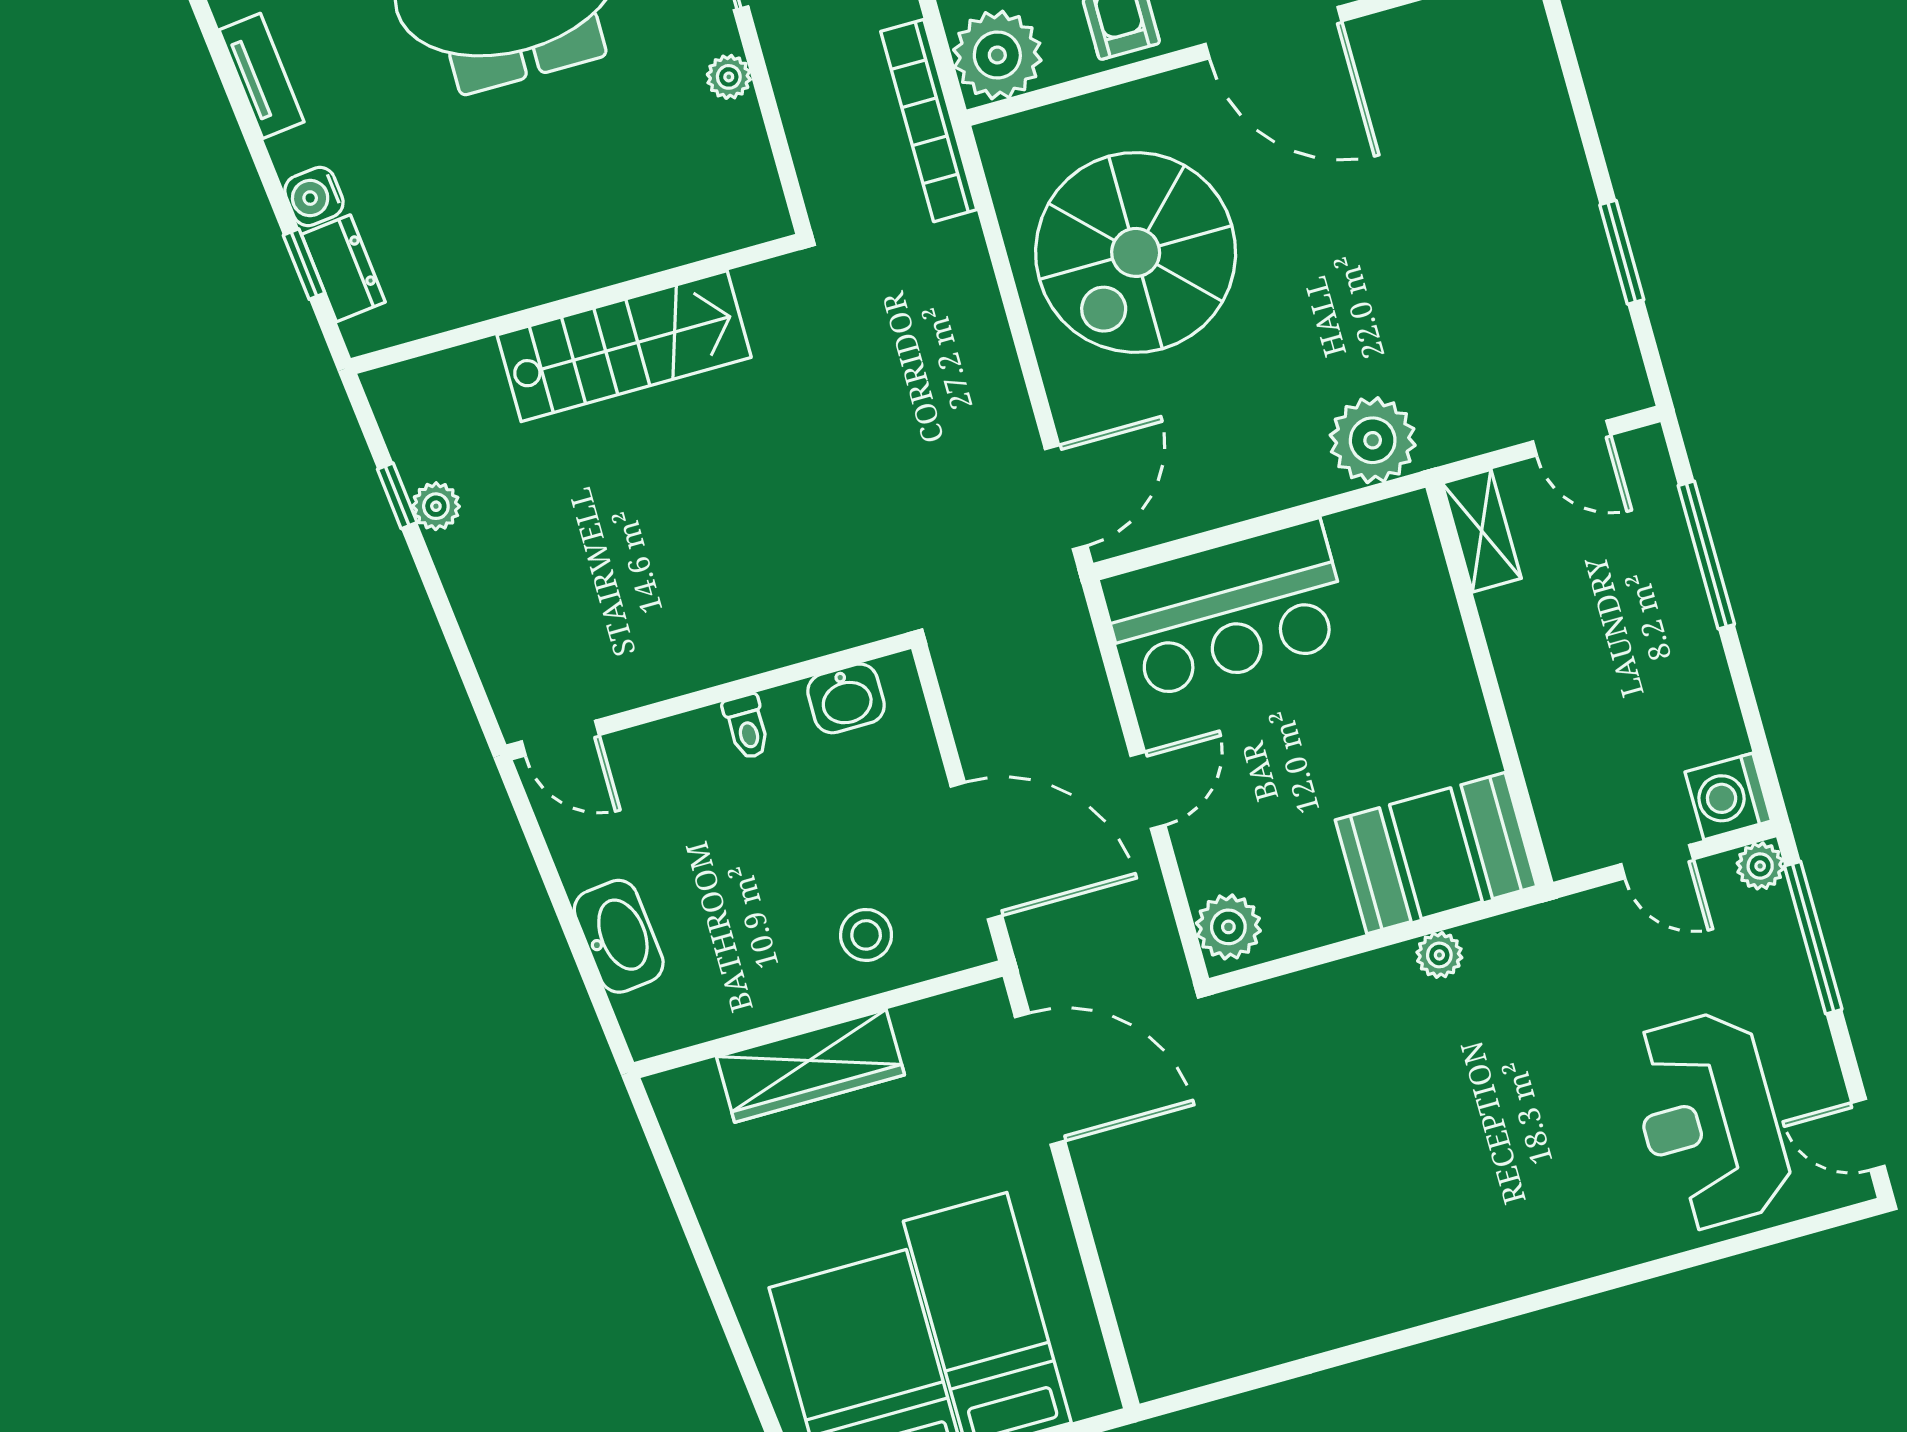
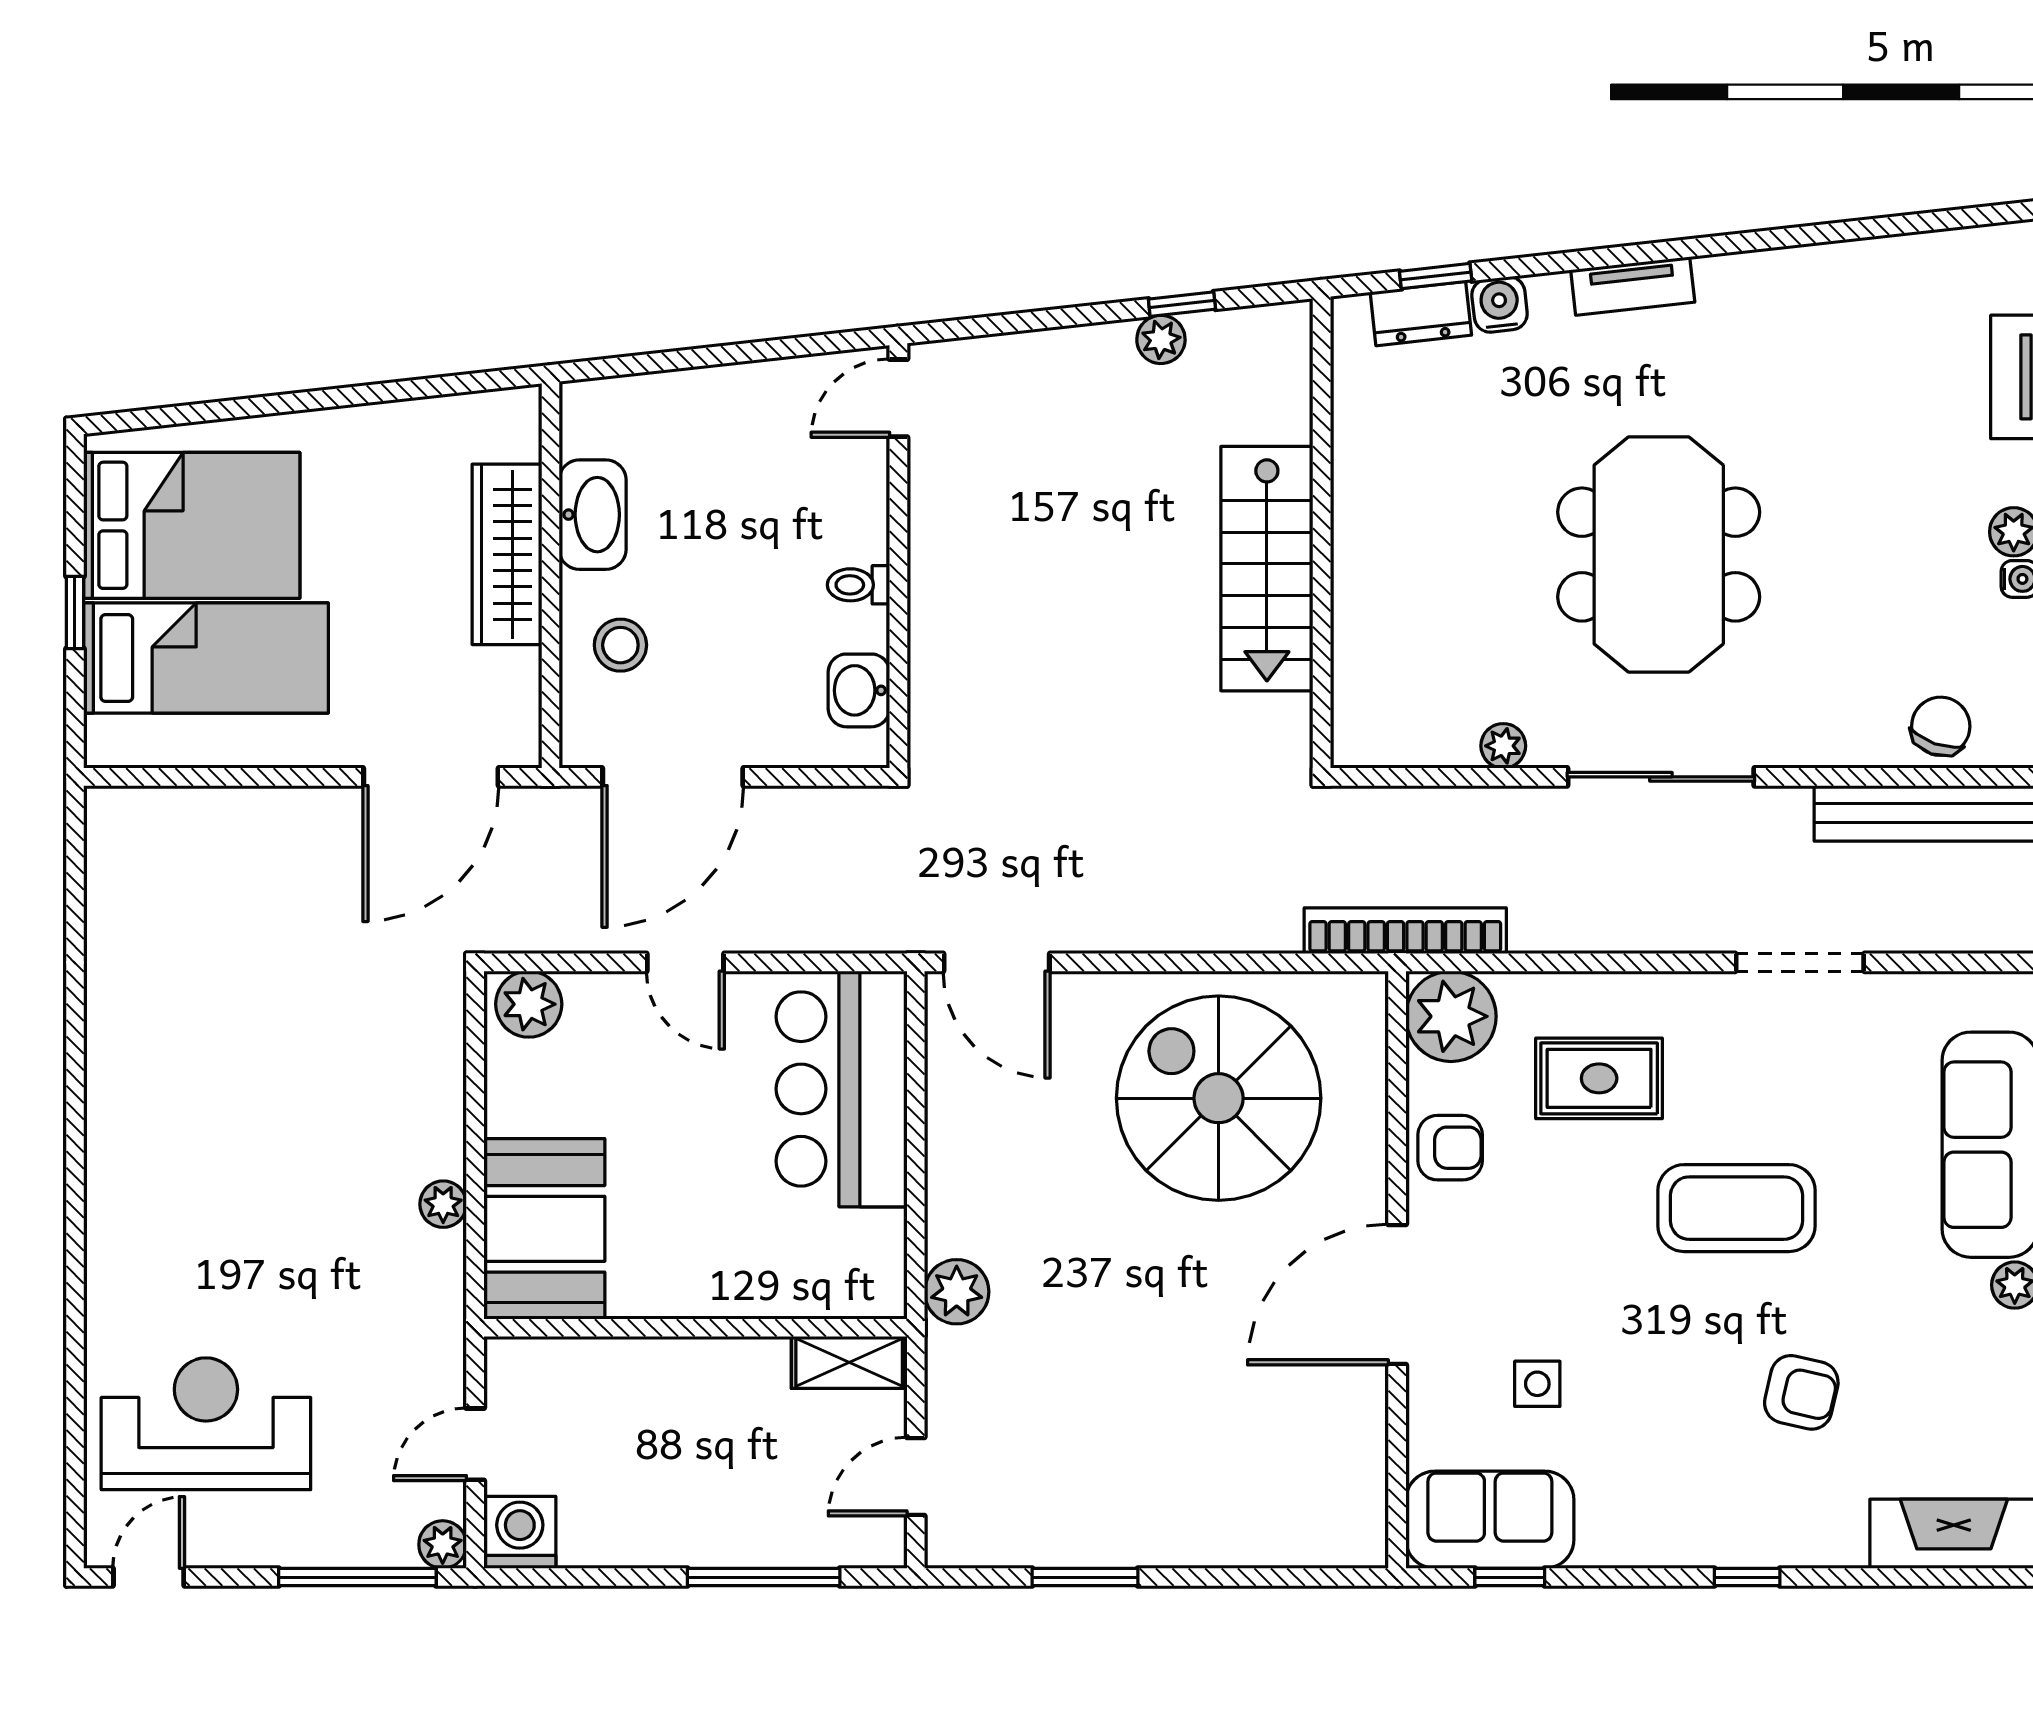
plant: (1373, 440) -> (957, 1292), width x0.73, depth x0.73
washbasin: (619, 936) -> (593, 515), moved, turned -84

